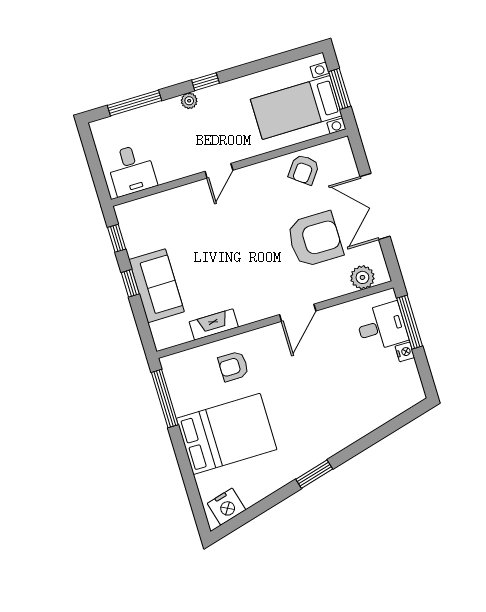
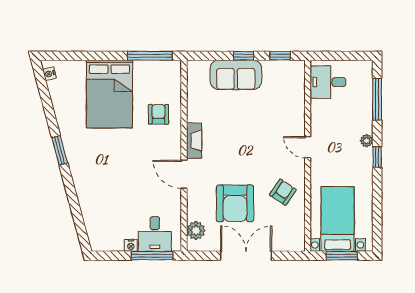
armchair: (304, 170) -> (283, 192), moved, turned 87
fireplace: (214, 324) -> (194, 141), moved
nightstand: (227, 507) -> (49, 74), width x0.53, depth x0.56

